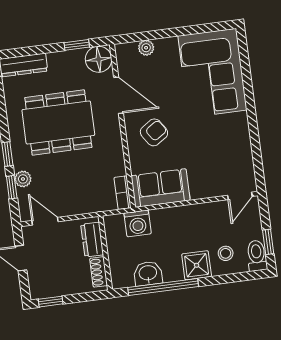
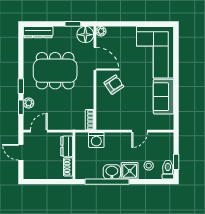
plant: (146, 48) -> (101, 31), moved
sofa: (161, 188) -> (164, 97), moved, turned -90
door: (240, 196) -> (139, 131), moved
door: (45, 221) -> (39, 131), hinge flipped
washbasin: (148, 273) -> (112, 172), moved
window: (51, 302) -> (36, 182), removed

